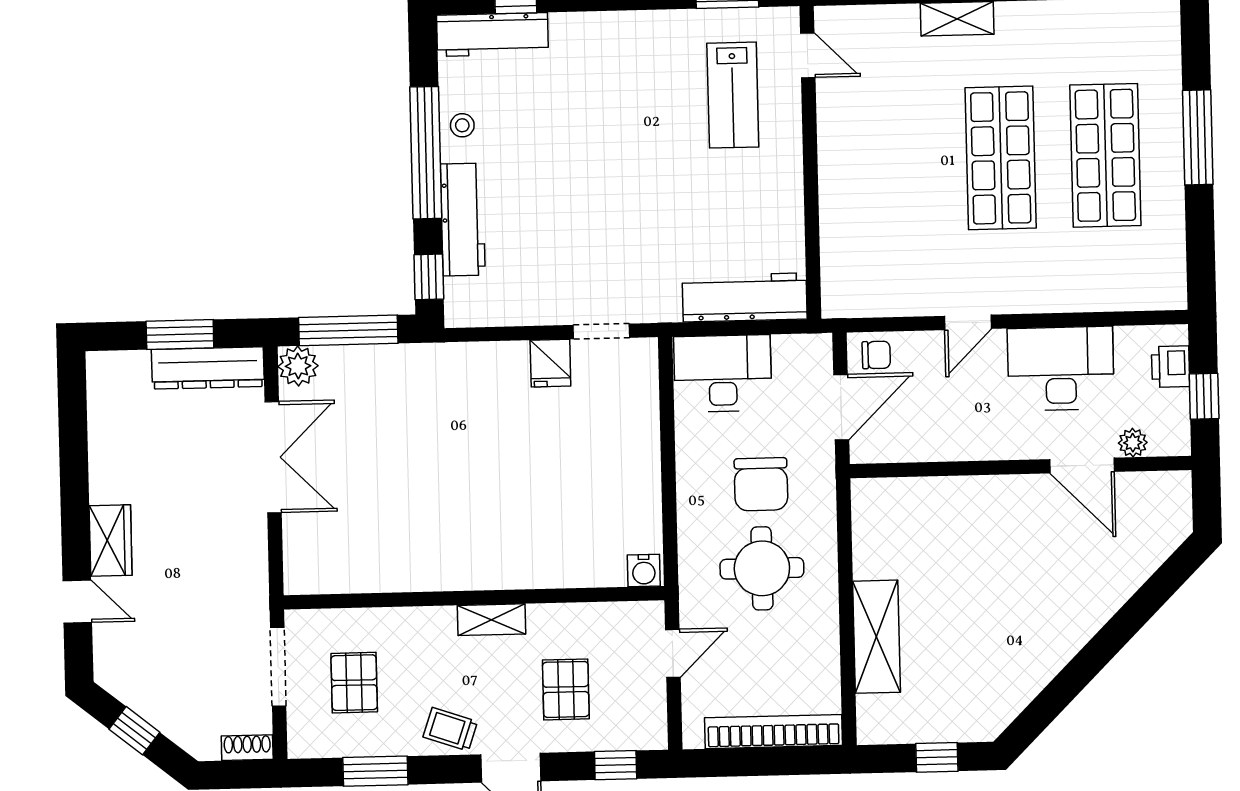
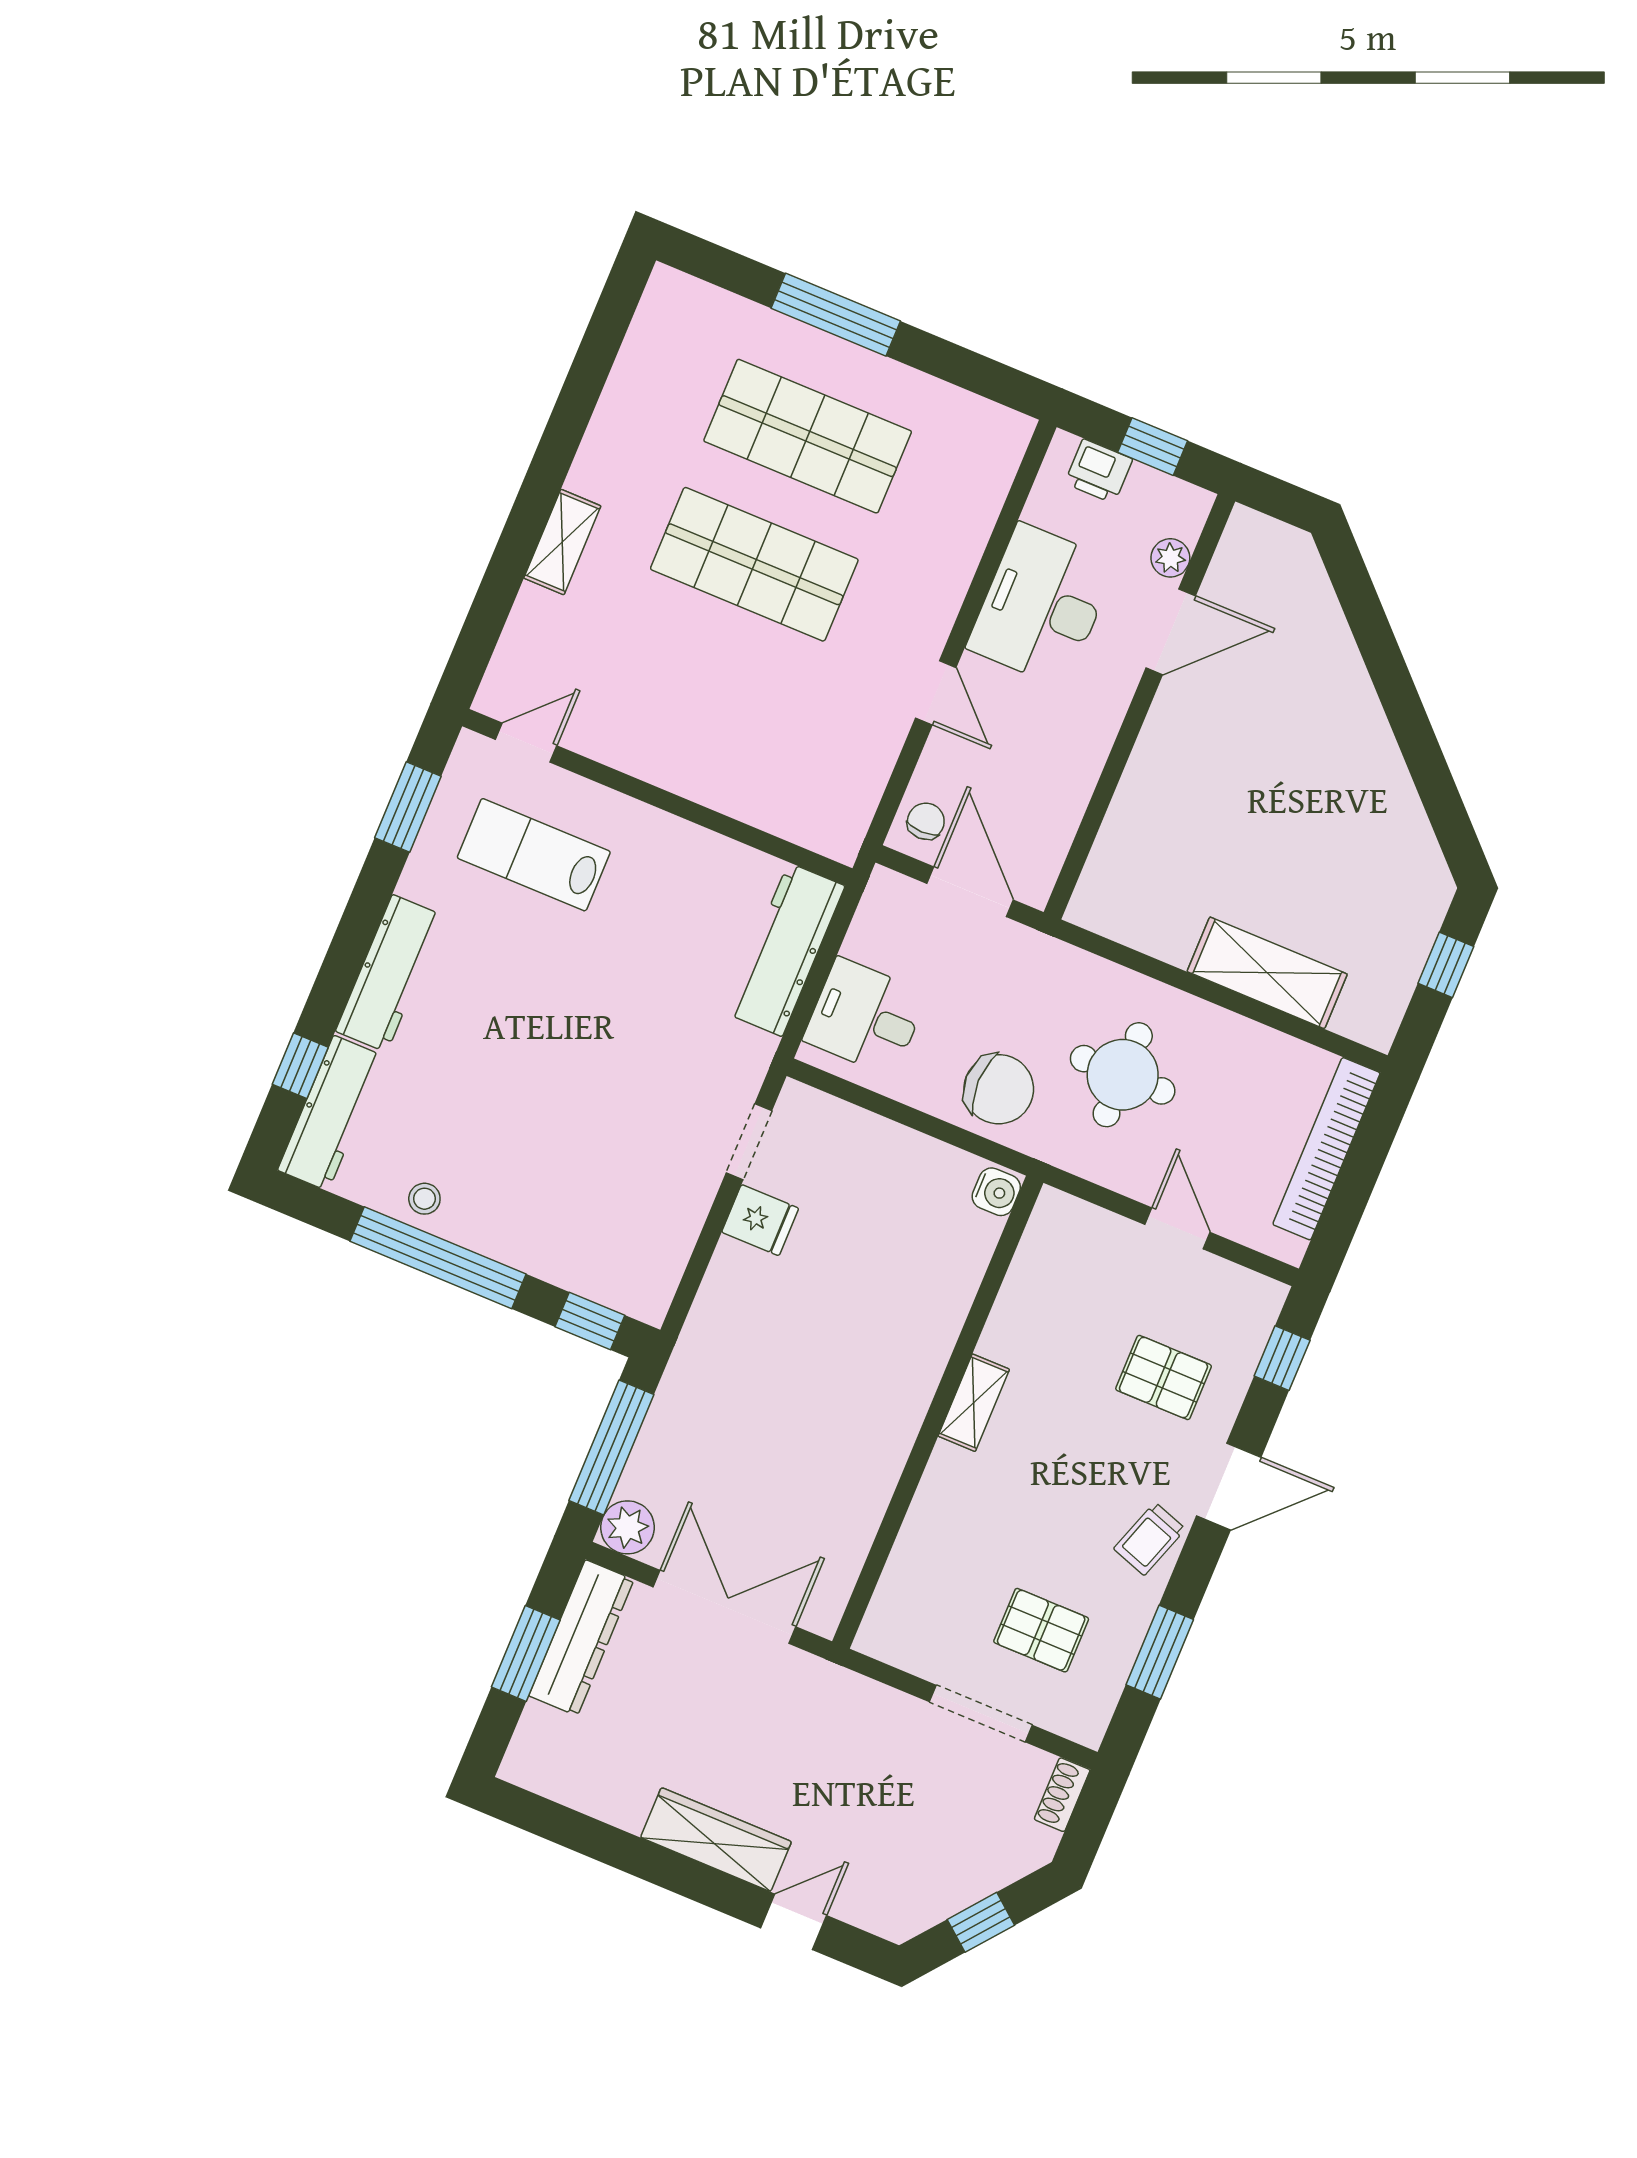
lab bench: (733, 95) -> (534, 855), turned 180
workbench: (463, 220) -> (389, 973), moved, turned 90
desk: (723, 373) -> (865, 1017), width x0.73
chair: (761, 484) -> (999, 1089), moved
wardrobe: (111, 540) -> (716, 1839), width x1.50
water cooler: (644, 571) -> (996, 1192), moved
wall: (474, 598) -> (938, 1412), moved
shelving: (492, 620) -> (974, 1403), moved

